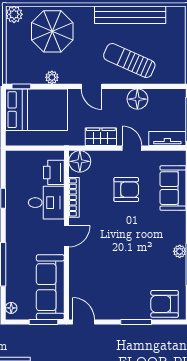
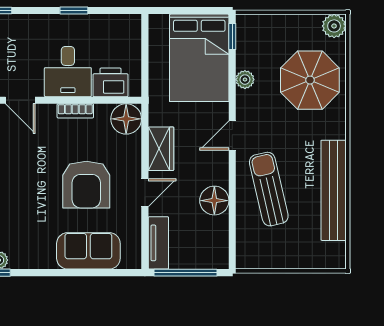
sun lounger: (129, 61) -> (269, 189), turned -37
armchair: (126, 190) -> (86, 185), width x1.36, depth x1.36
bookcase: (74, 197) -> (75, 111), width x0.64

